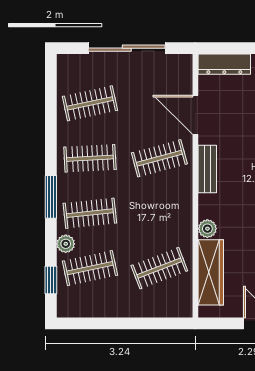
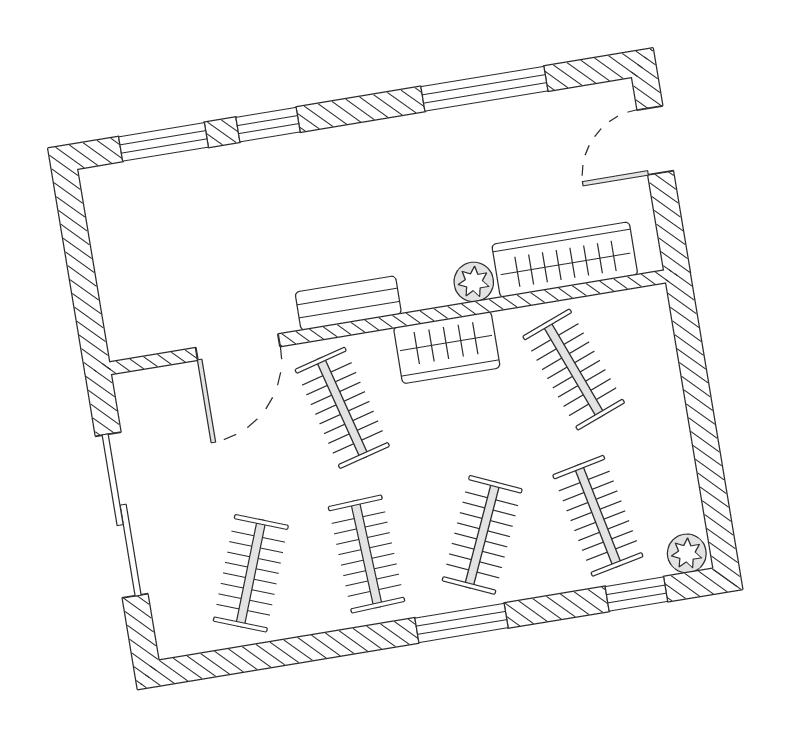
dresser: (224, 64) -> (121, 304), removed
clothes rail: (90, 103) -> (251, 573), turned 33
wardrobe: (179, 211) -> (447, 348), added
clothes rail: (90, 213) -> (482, 535), turned 30
plant: (66, 244) -> (687, 553), moved

